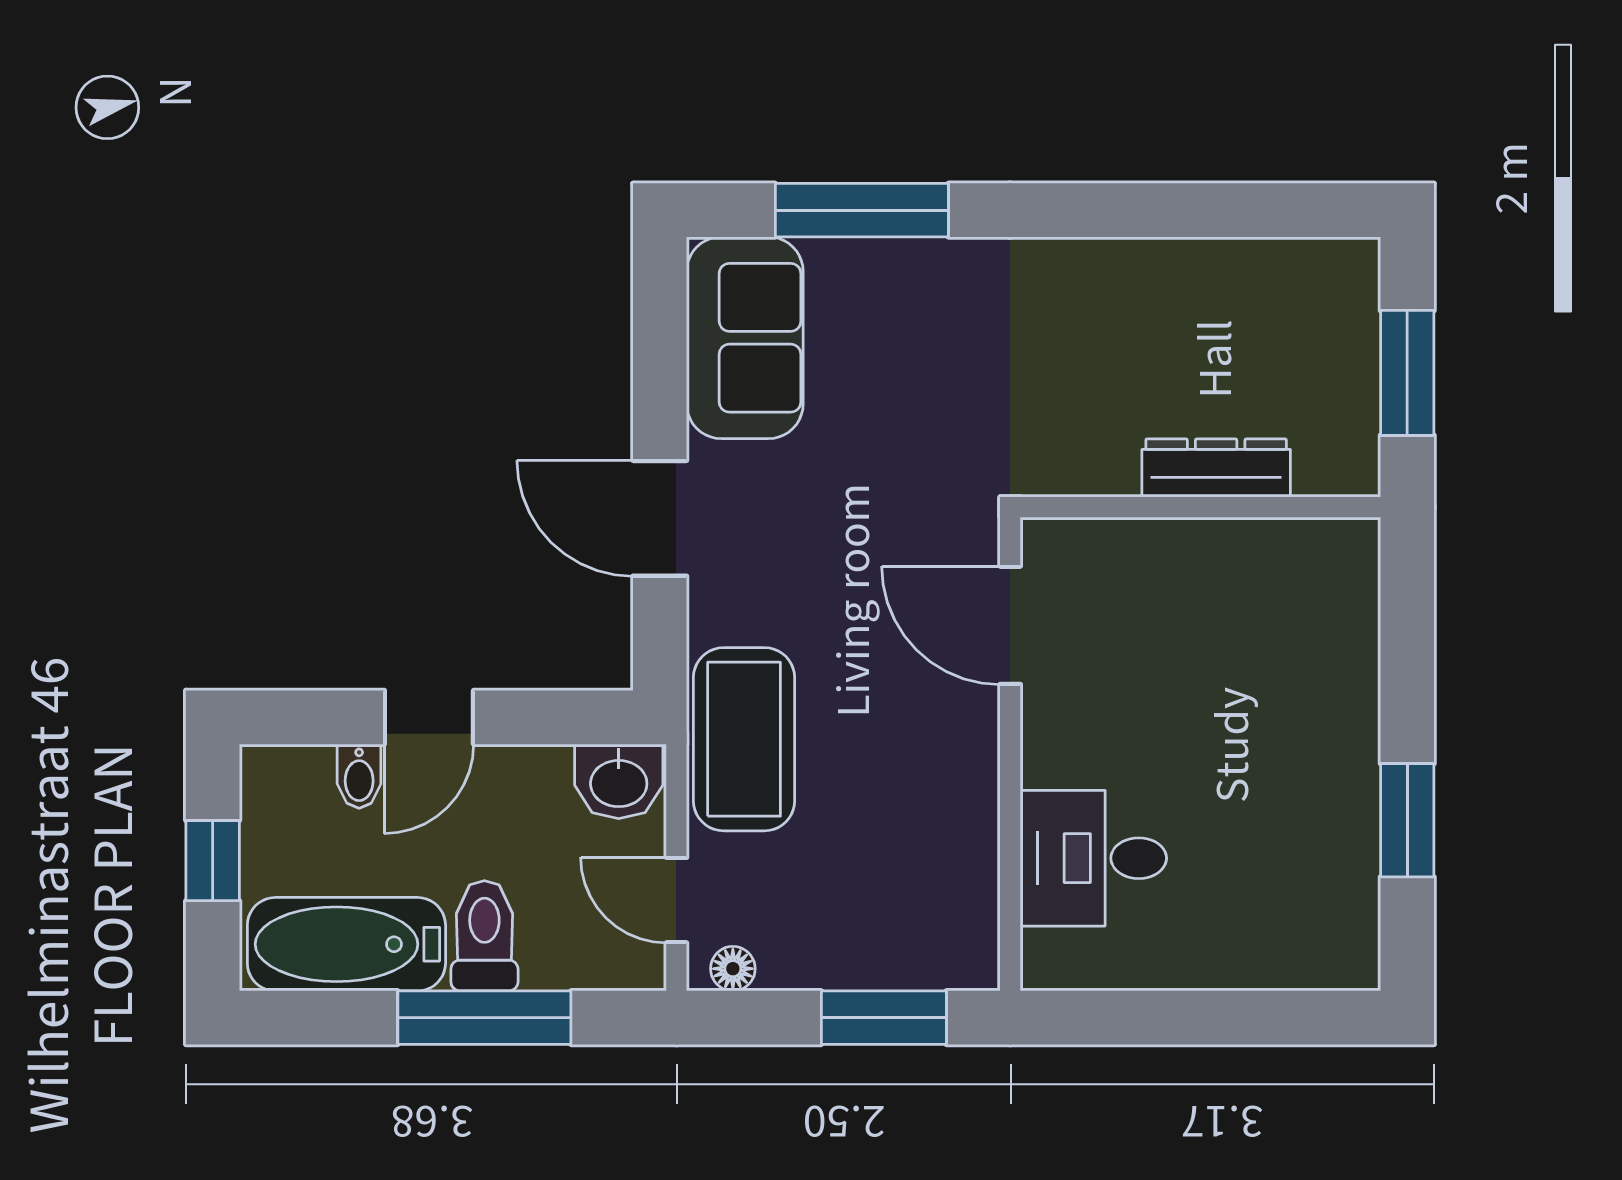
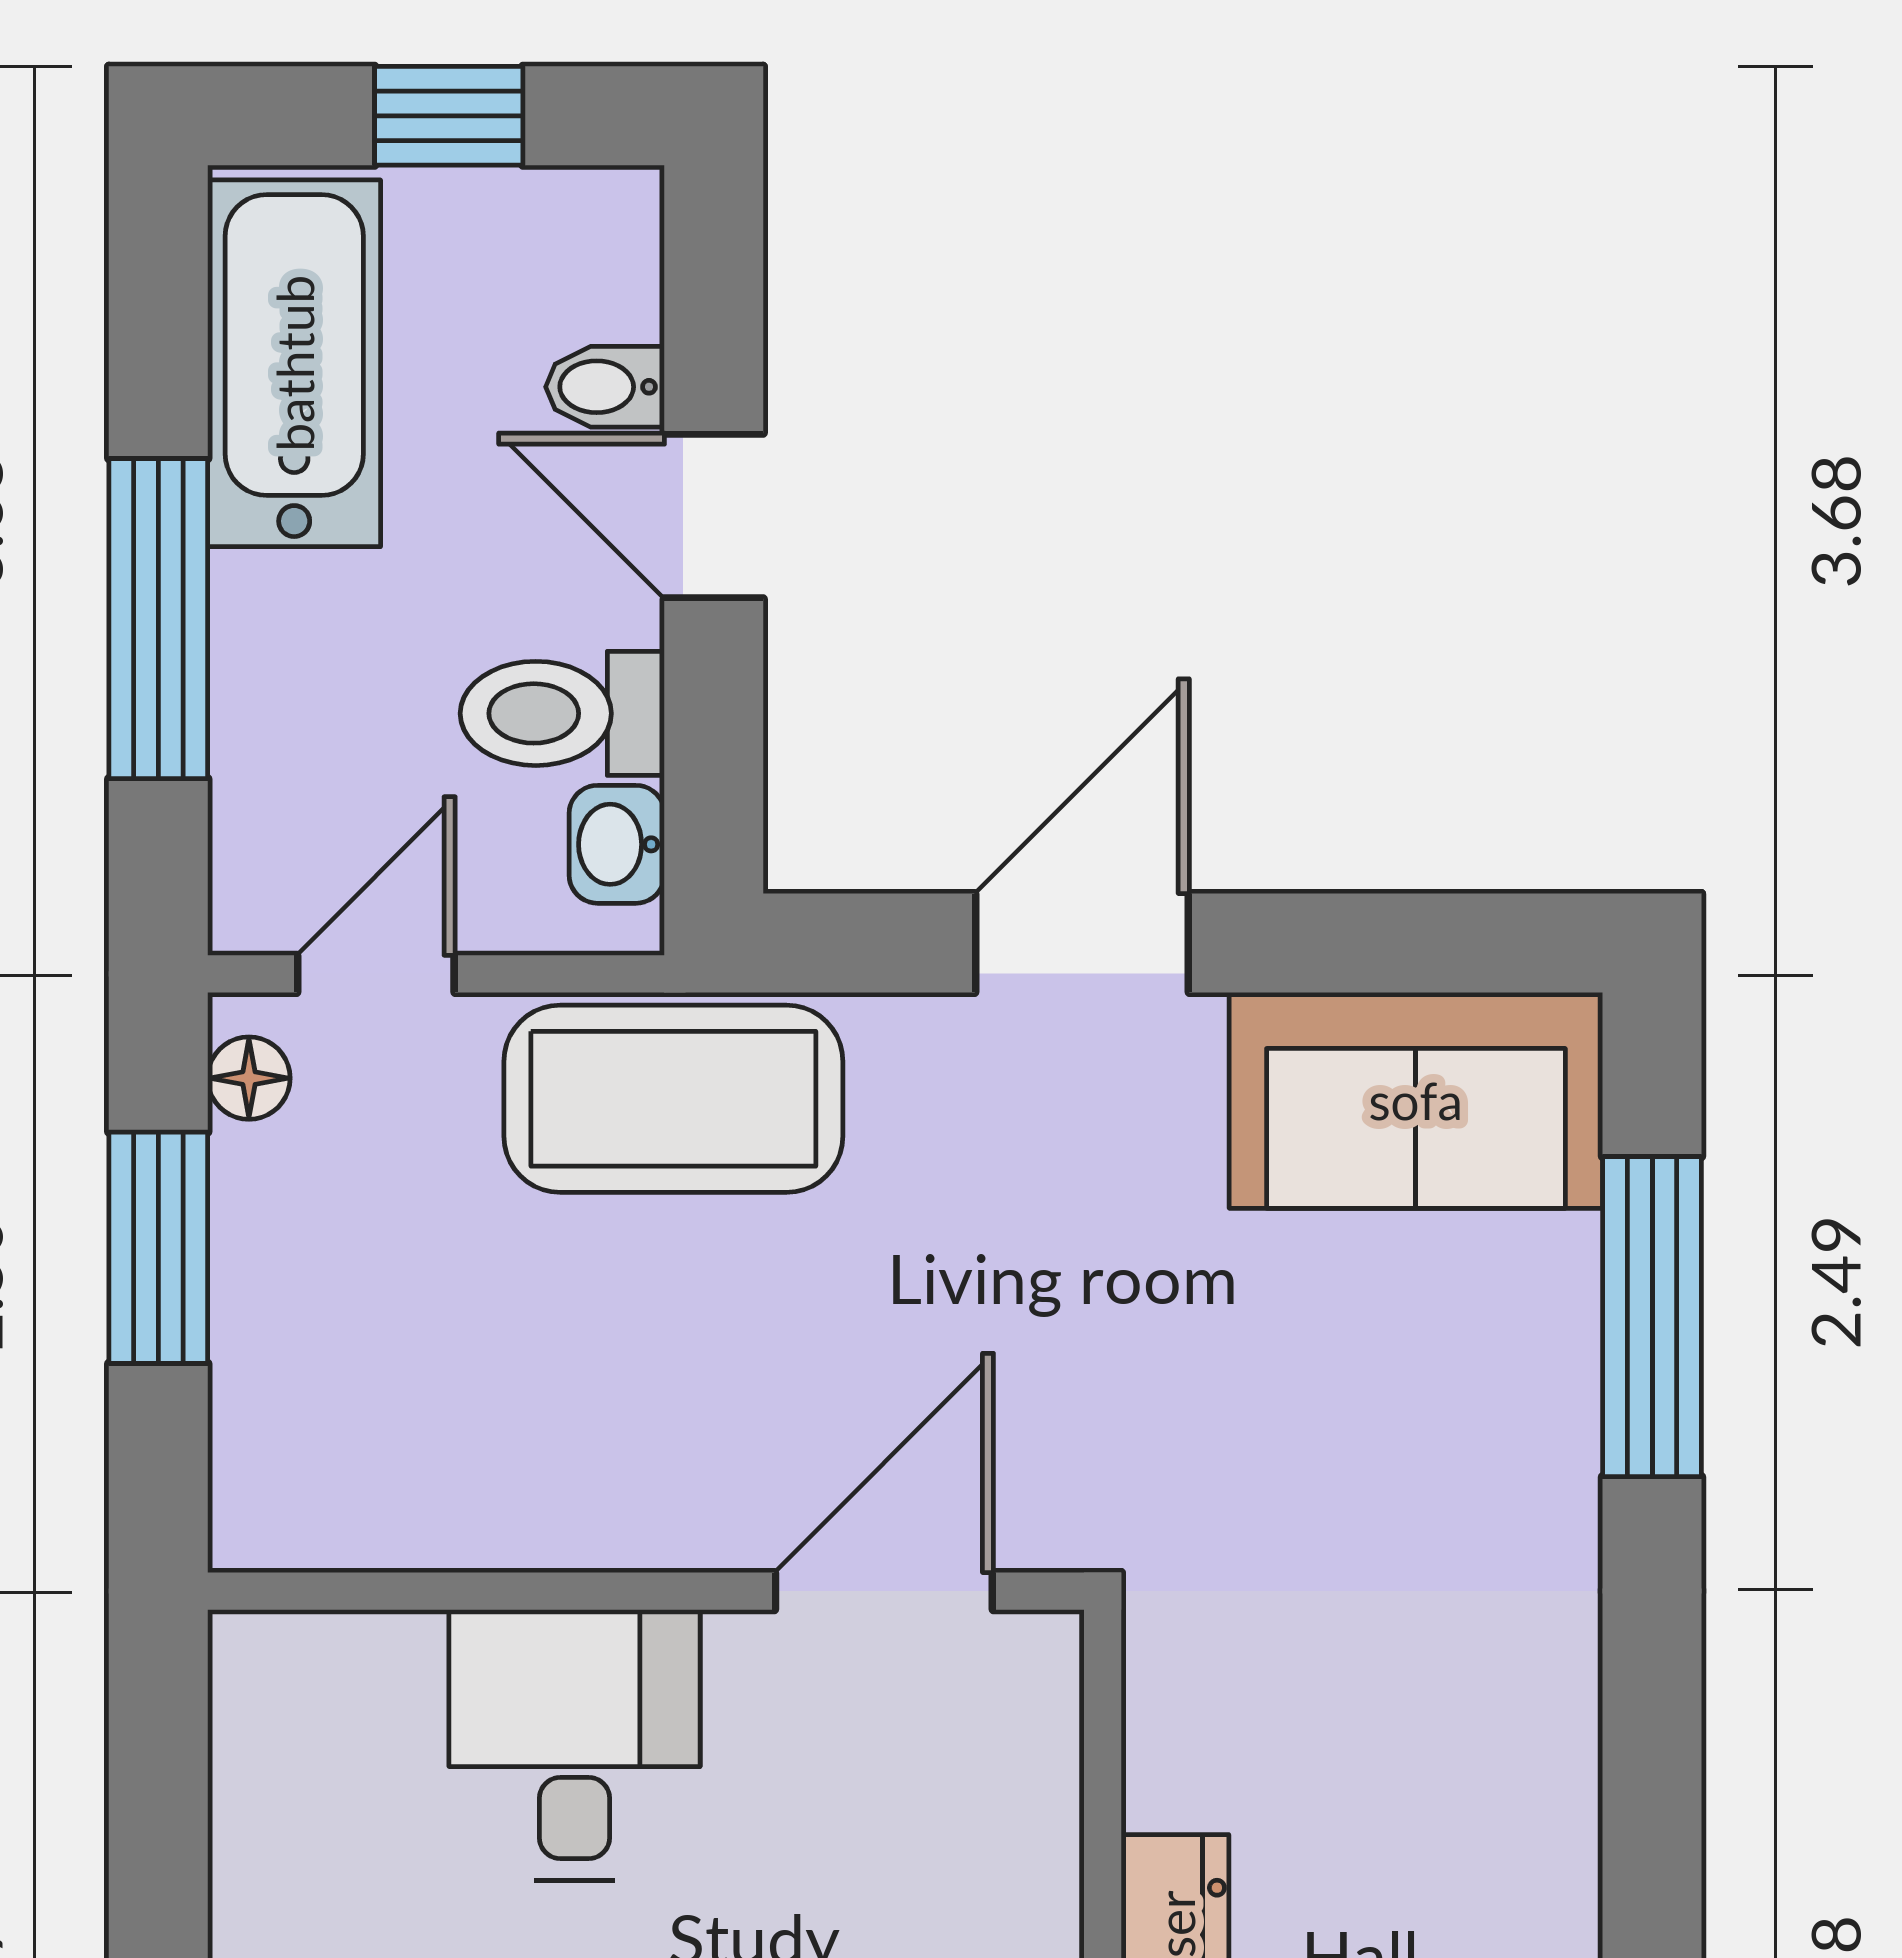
washbasin: (619, 781) -> (617, 844), width x0.72, depth x0.69
desk: (1093, 858) -> (574, 1745), moved
toilet: (484, 936) -> (562, 713), moved, turned 180
window: (884, 1018) -> (158, 1248), moved

